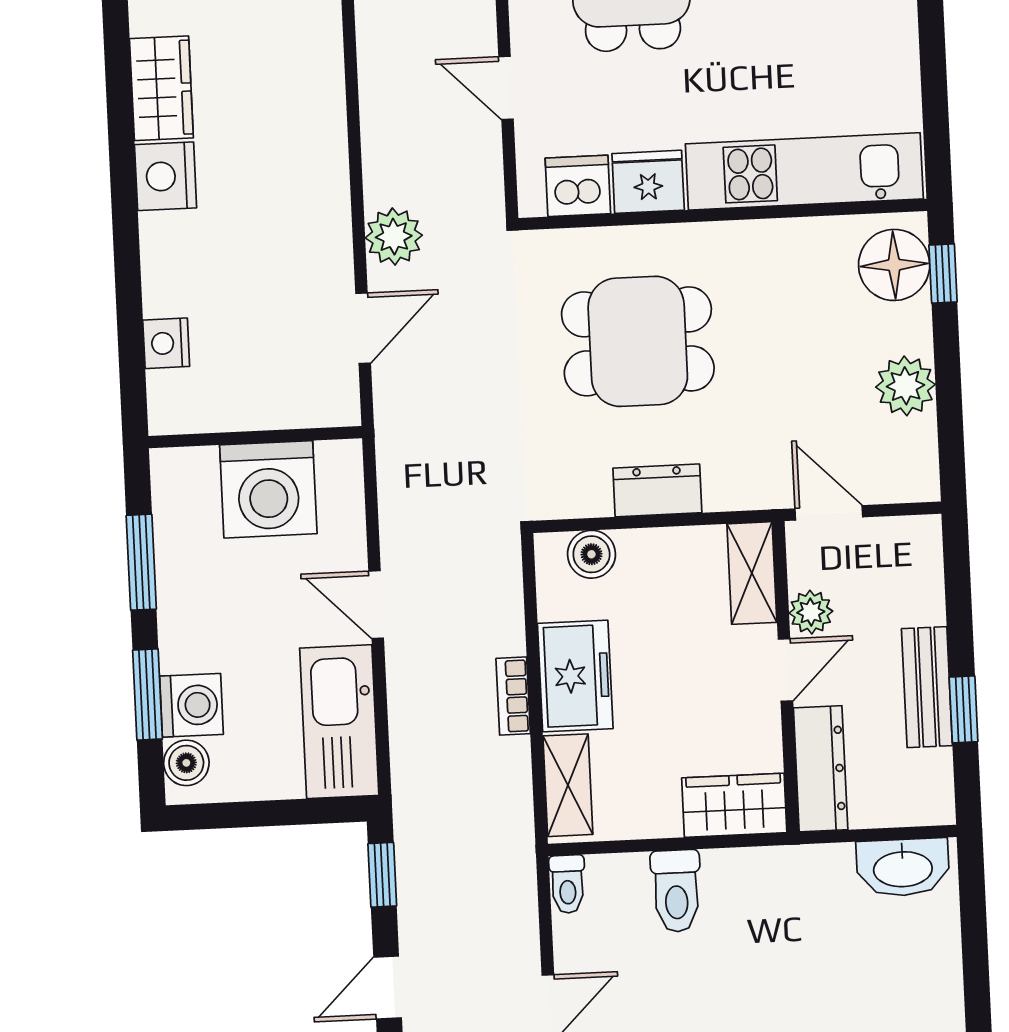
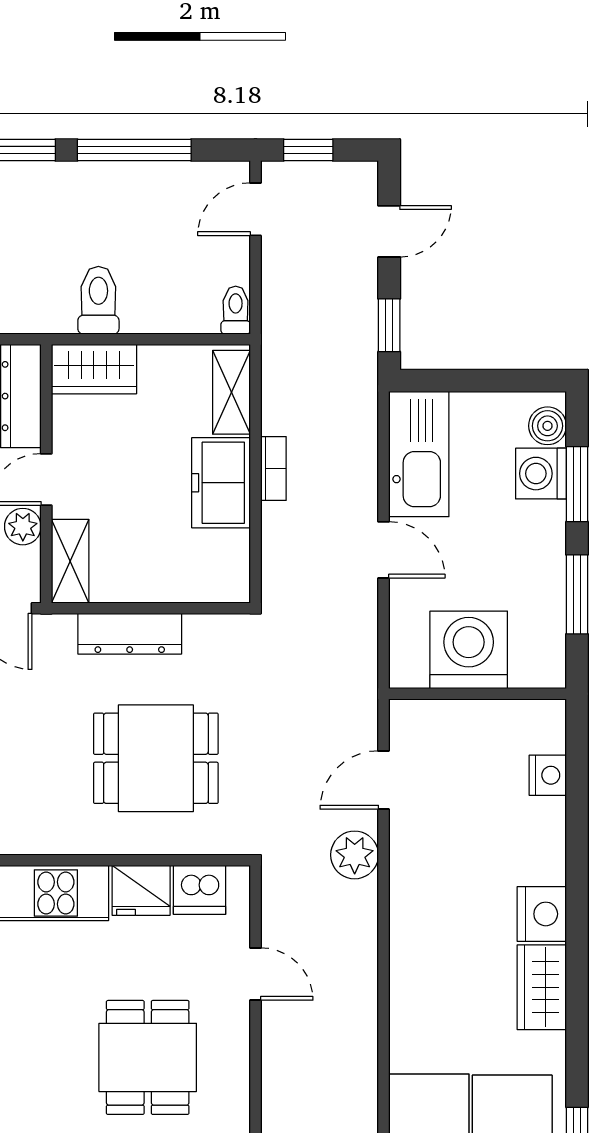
dresser: (657, 490) -> (130, 634), width x1.44
boiler: (591, 554) -> (203, 583), removed
toilet: (676, 891) -> (98, 300), moved

